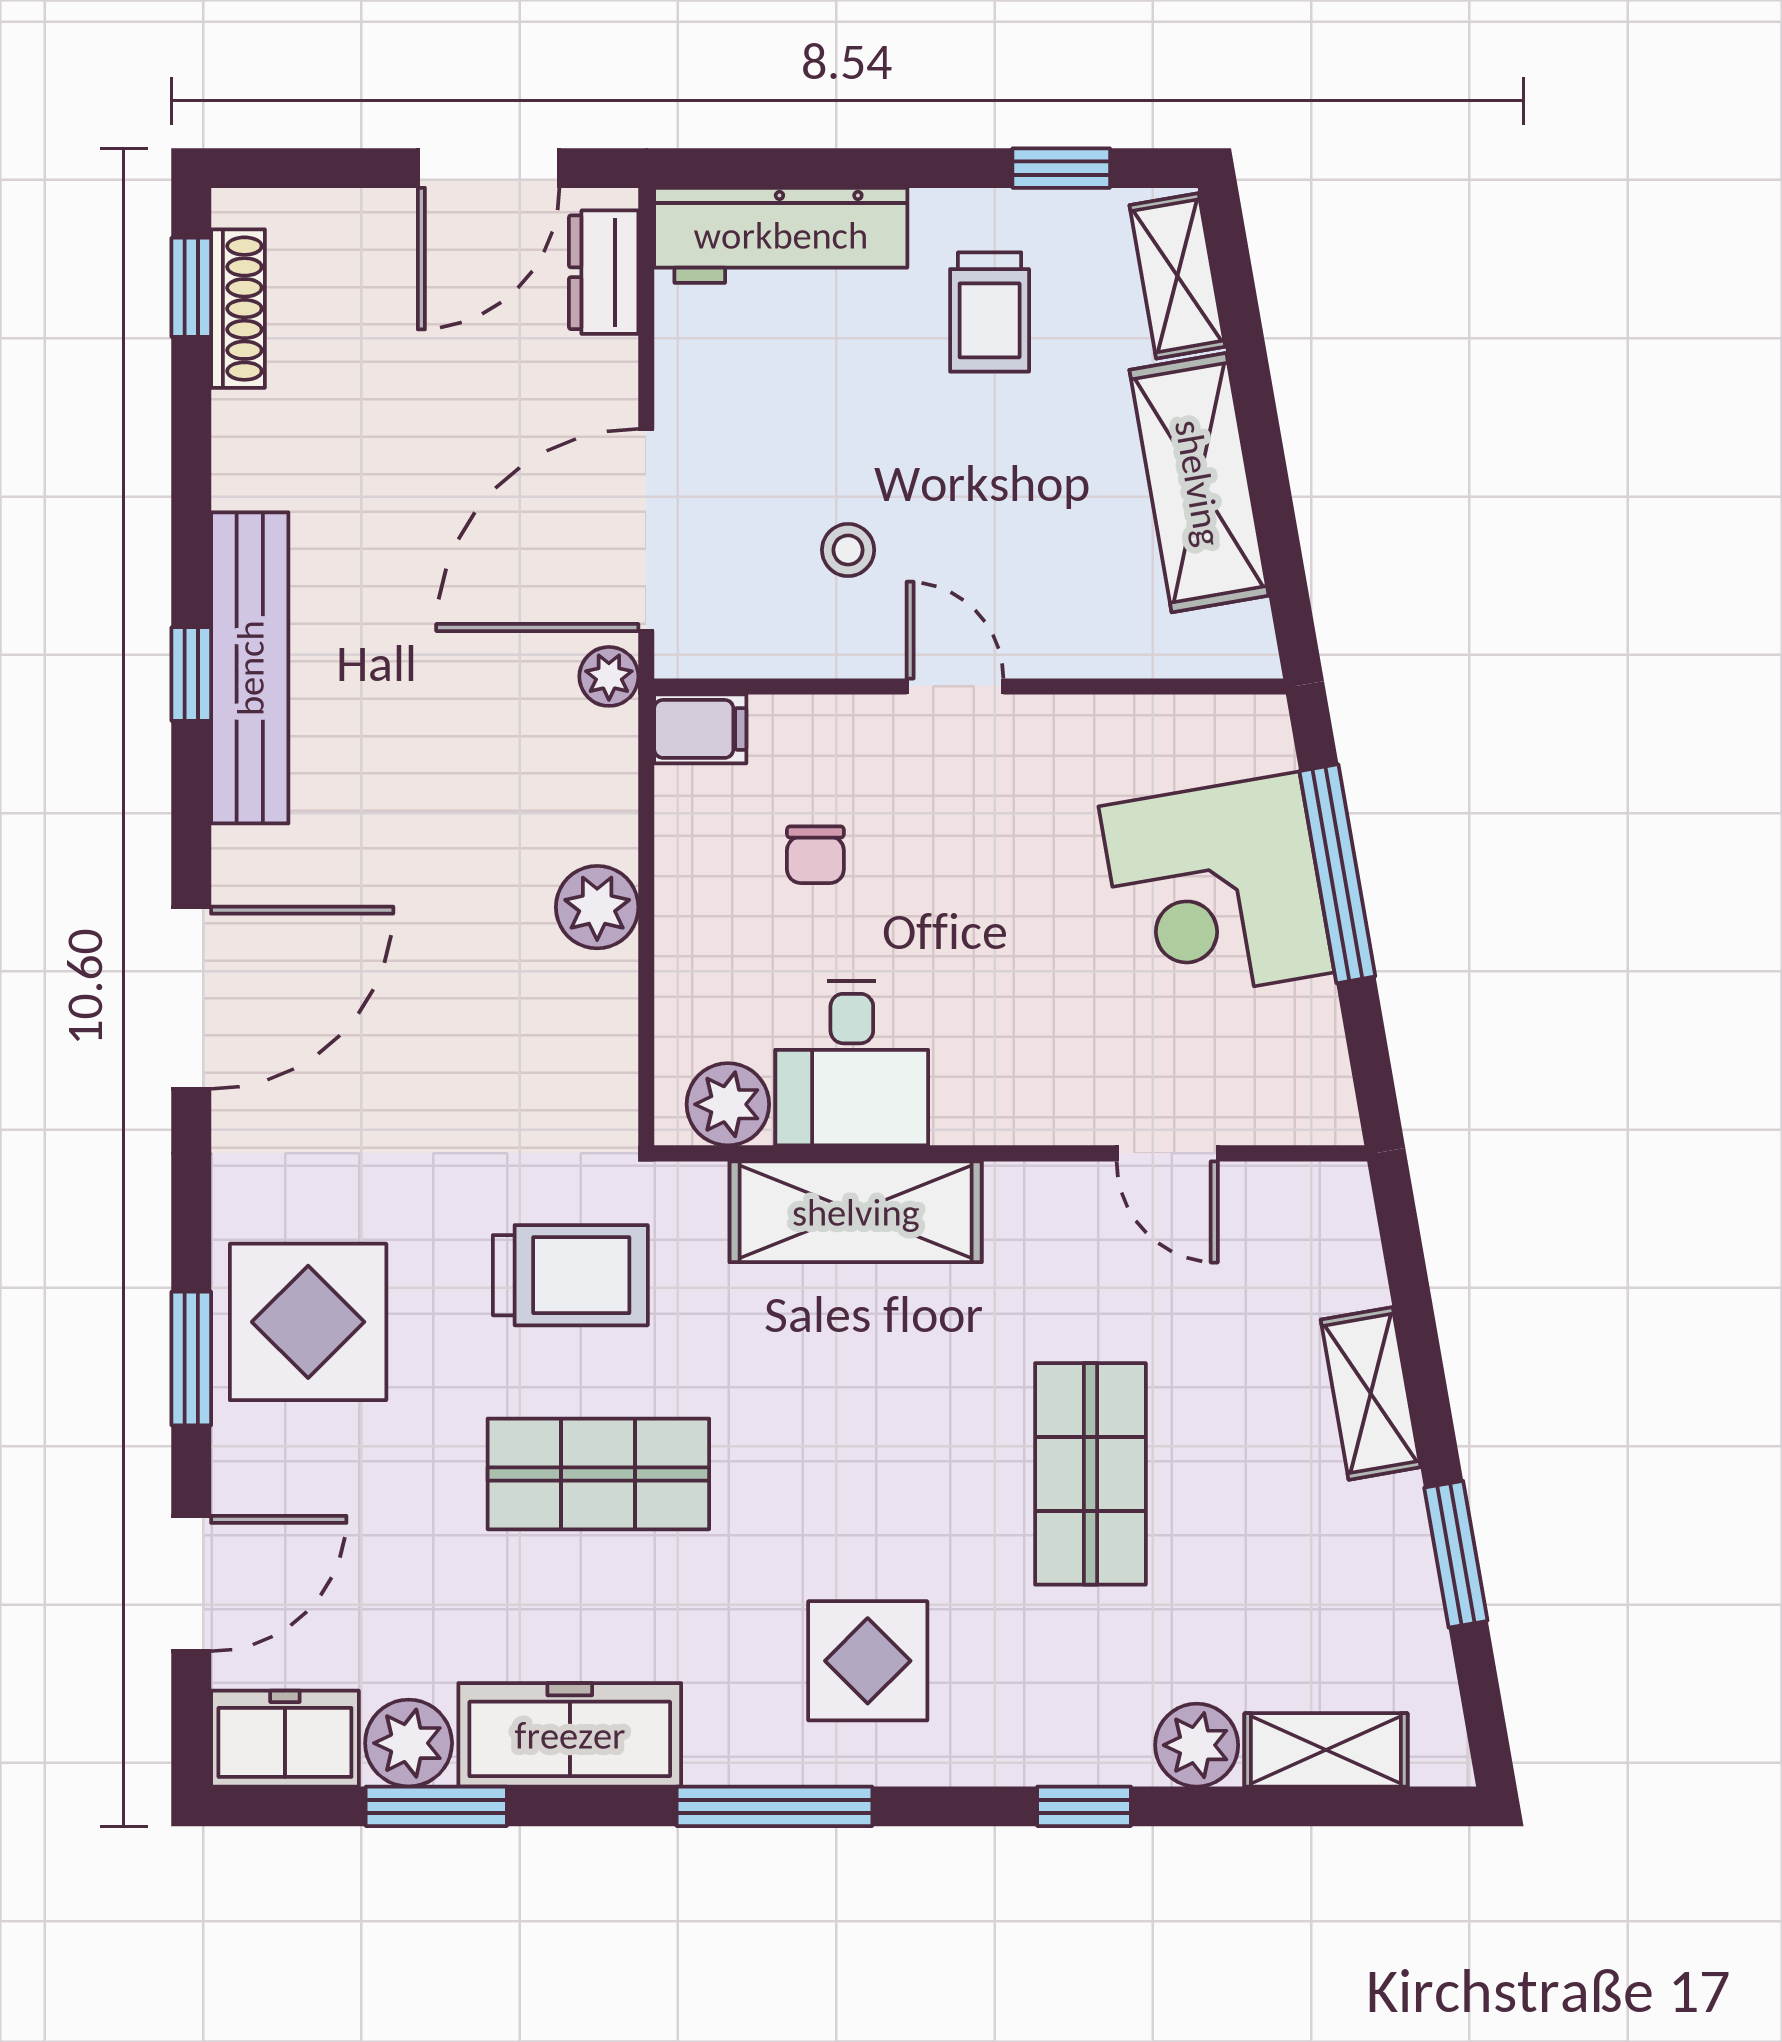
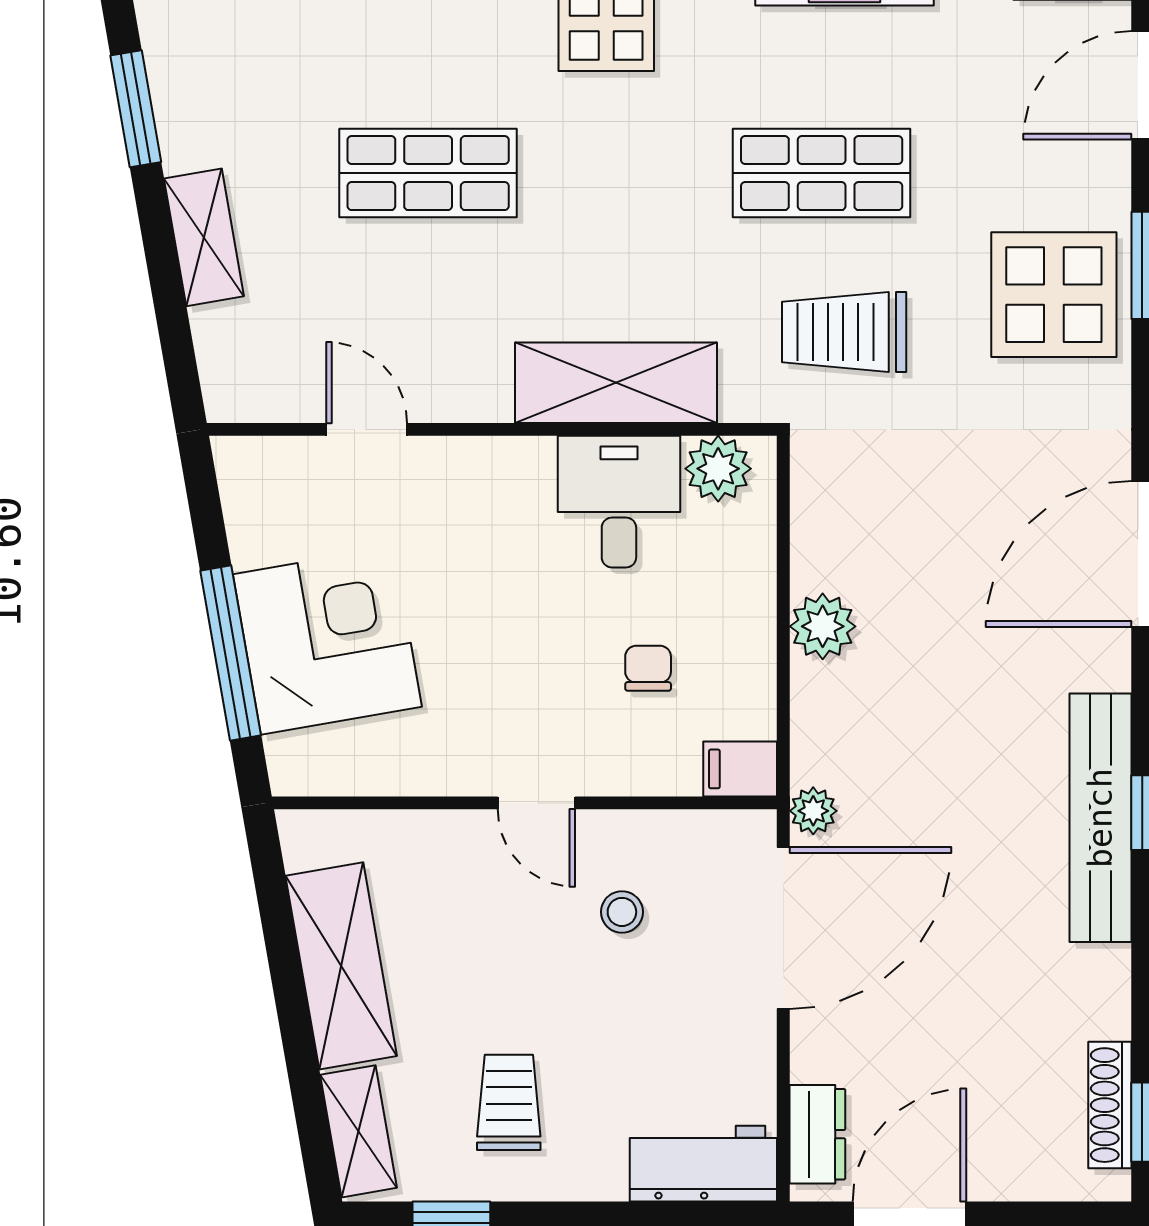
workbench: (781, 235) -> (703, 1164), width x0.73
shop shelf: (1090, 1474) -> (428, 173), turned 90

